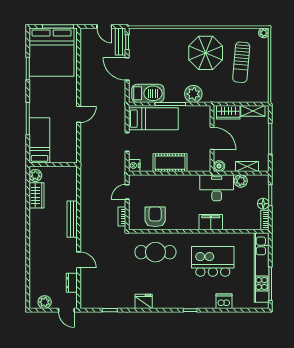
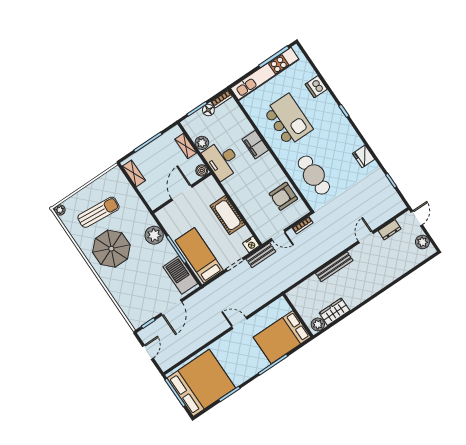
bench: (120, 42) -> (261, 255), moved
wardrobe: (228, 112) -> (150, 194), removed
bed: (39, 140) -> (282, 337), width x1.50
kitchen island: (213, 261) -> (288, 120), turned 180

